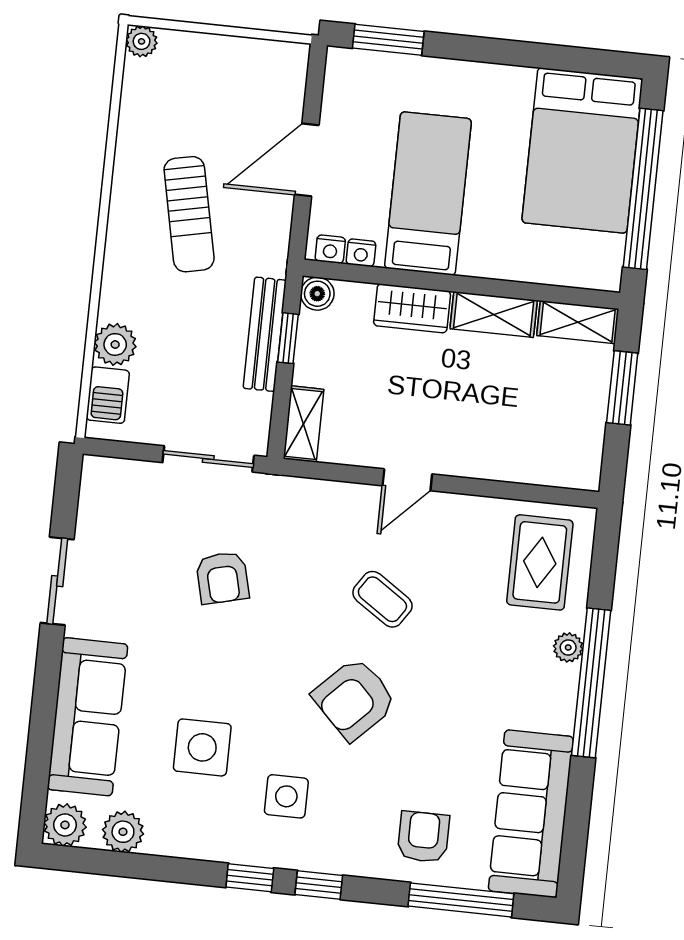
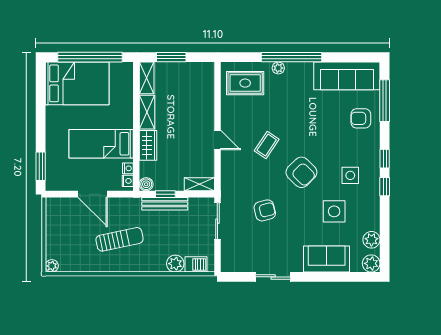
armchair: (354, 699) -> (301, 172), moved
sofa: (88, 717) -> (327, 259), width x0.73

